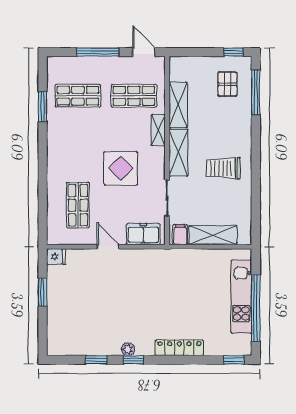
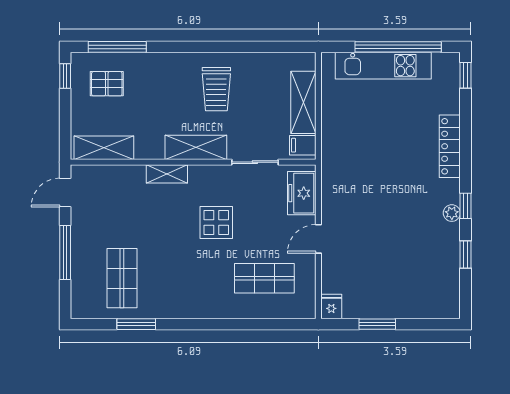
shop shelf: (134, 96) -> (122, 205), removed
shelving: (178, 105) -> (104, 148), moved
display table: (121, 168) -> (216, 223), width x0.73, depth x0.73

